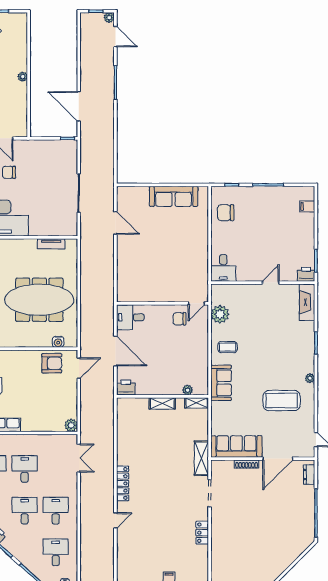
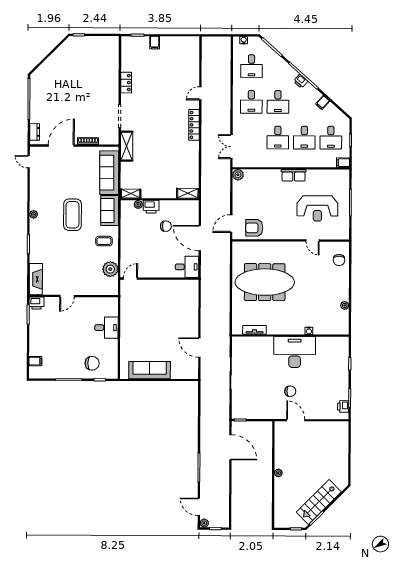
chair: (226, 213) -> (92, 363), moved
desk: (223, 268) -> (106, 328), moved, turned 90
chair: (179, 319) -> (166, 226), moved
water cooler: (58, 342) -> (249, 246), removed
printer: (126, 388) -> (151, 207), moved
coffee table: (282, 401) -> (72, 215), moved, turned 90
shelving: (162, 403) -> (188, 193), moved
sofa: (236, 447) -> (109, 173), moved, turned 90

